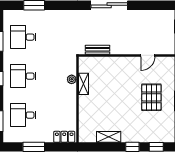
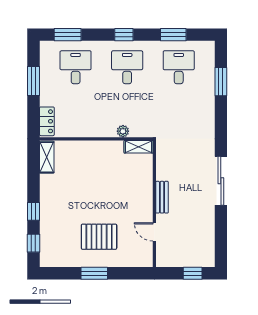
bench: (98, 50) -> (162, 197), moved
shelving: (83, 84) -> (139, 147), moved
shelving: (109, 137) -> (47, 157), moved

